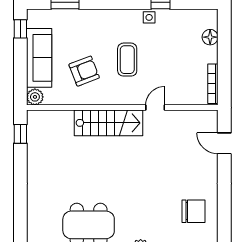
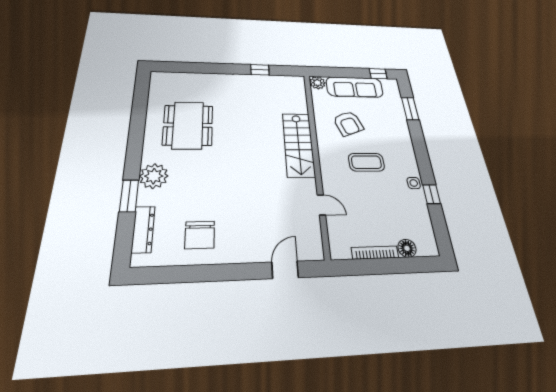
bookcase: (213, 84) -> (375, 253), moved
door: (155, 108) -> (321, 205), moved
window: (20, 134) -> (260, 70), moved

